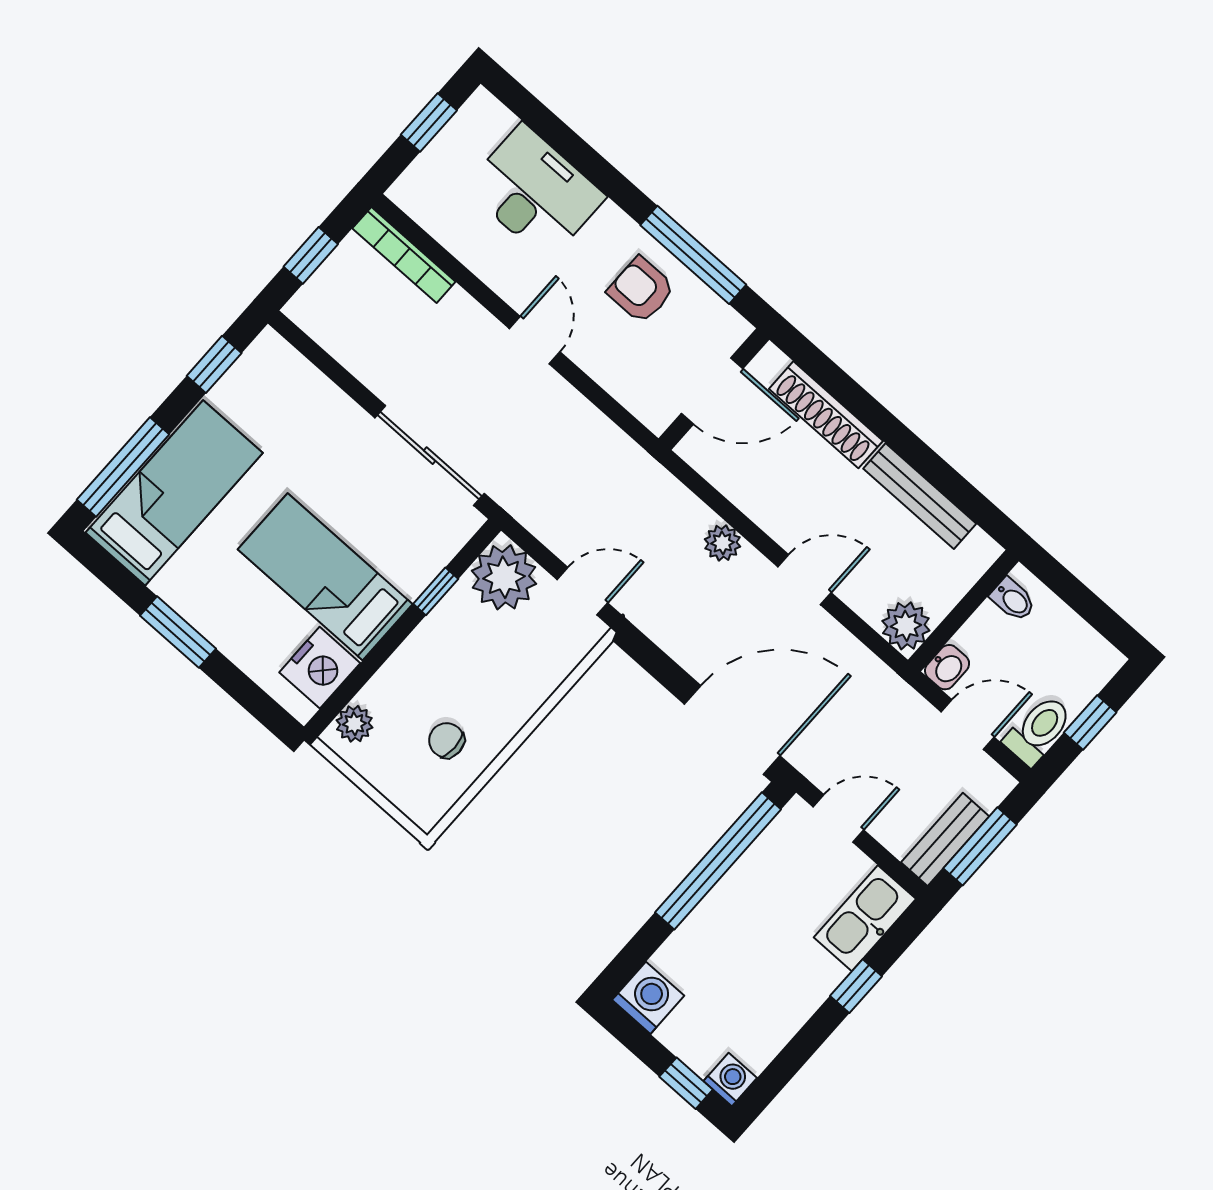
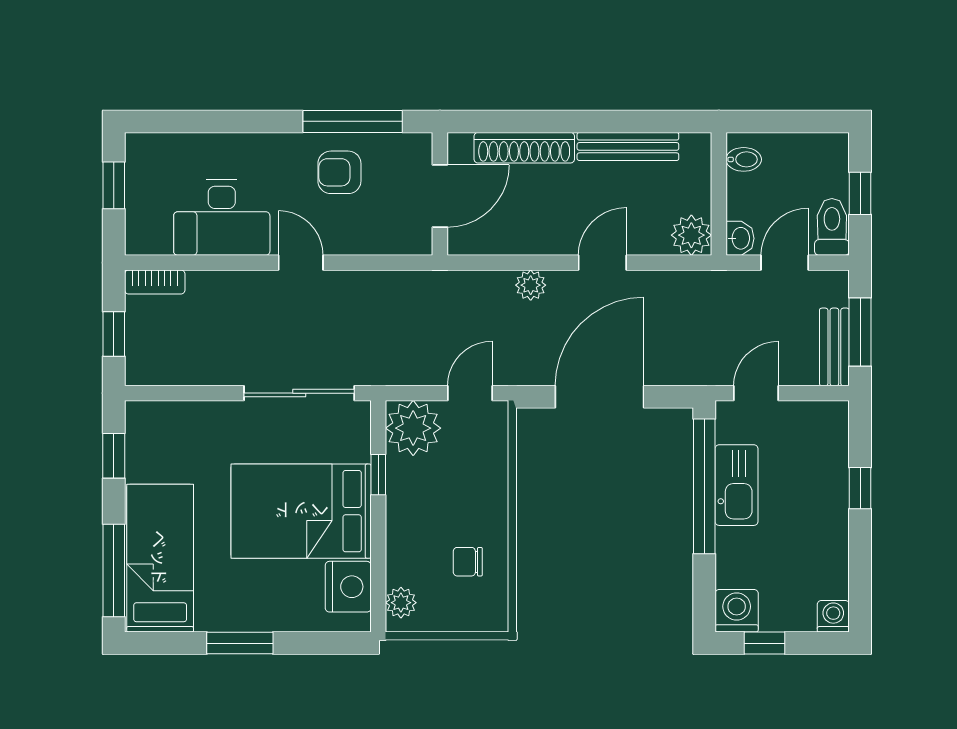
desk: (535, 192) -> (222, 218), moved, turned 180
bookcase: (404, 255) -> (155, 282), width x0.64
bed: (325, 577) -> (301, 511), width x1.50
door: (732, 730) -> (600, 397), moved
kitchen sink: (865, 918) -> (737, 485), moved, turned 180
window: (686, 1083) -> (764, 643), moved

